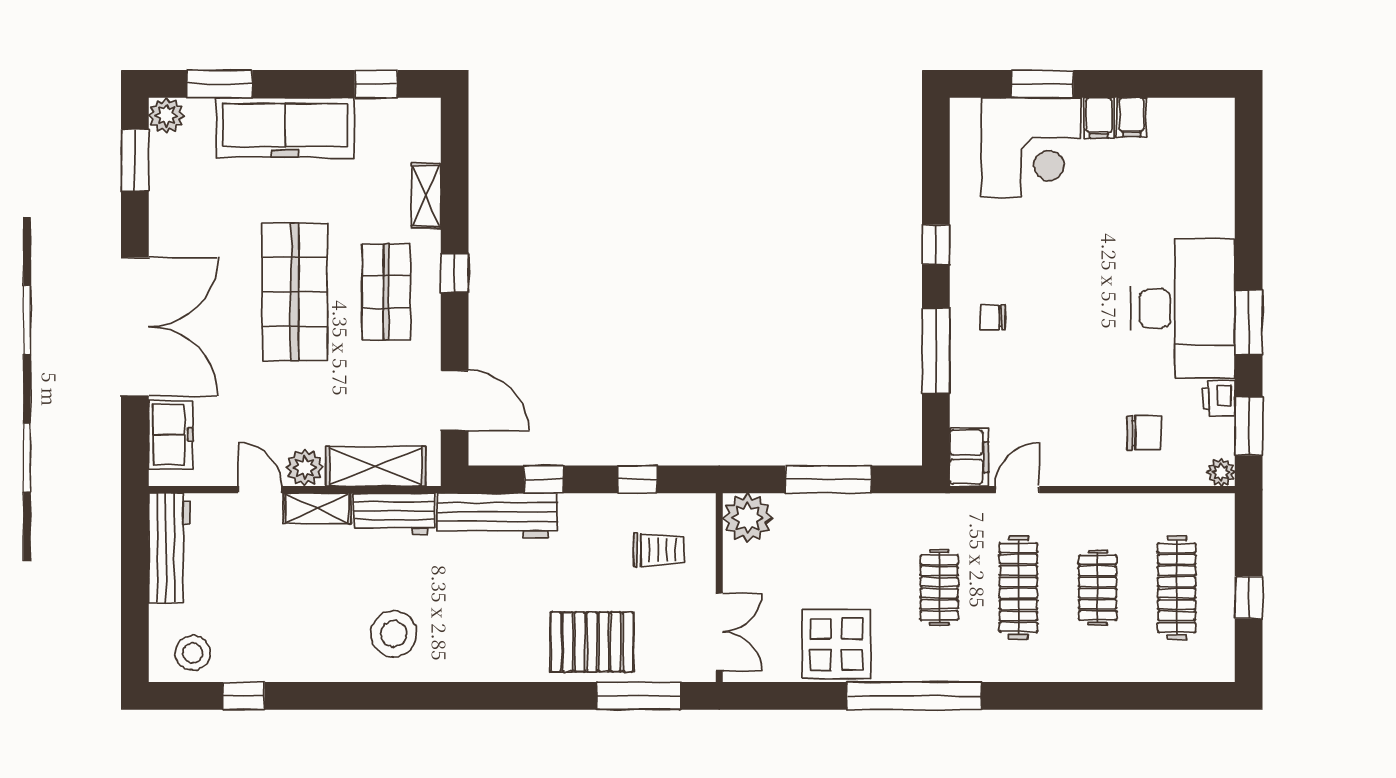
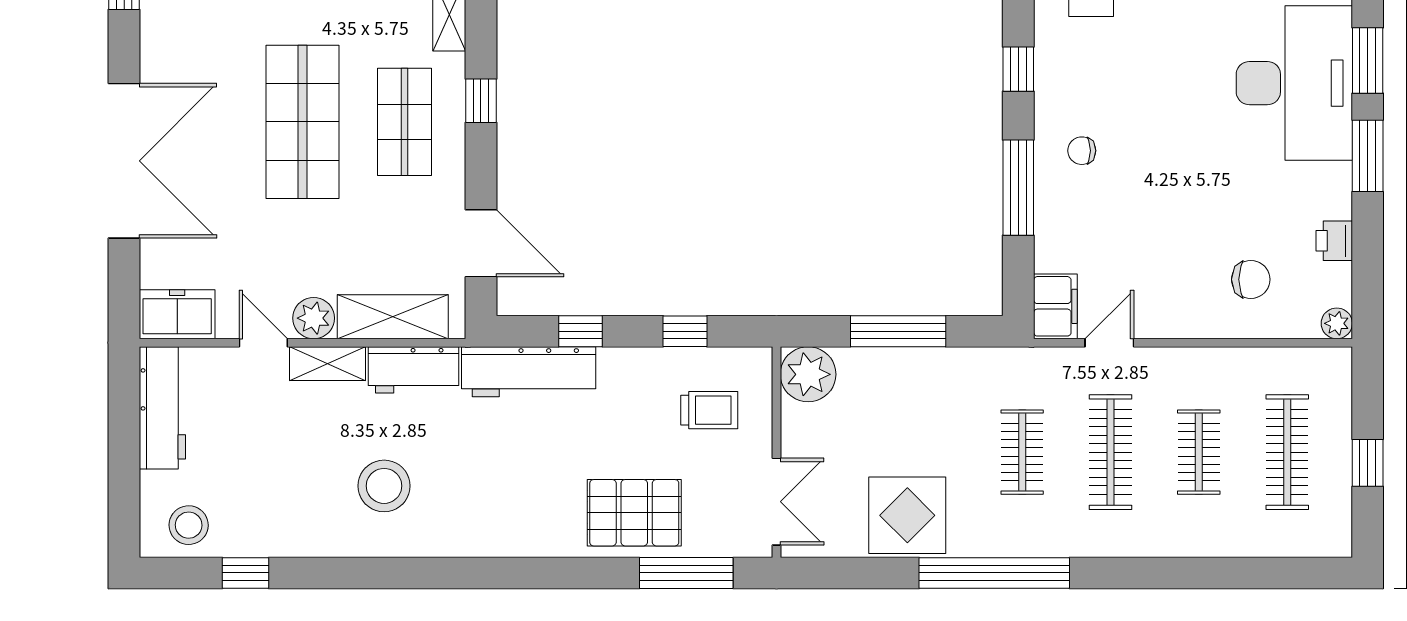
desk: (1183, 309) -> (1294, 83), moved
window: (1249, 426) -> (1368, 60), moved
freezer: (171, 434) -> (177, 314), moved, turned -90
stool: (394, 634) -> (384, 486), moved

